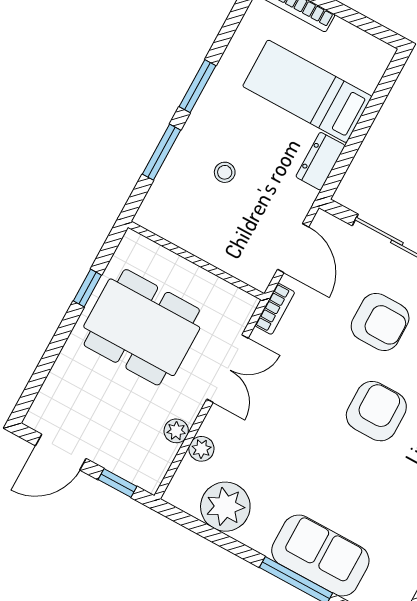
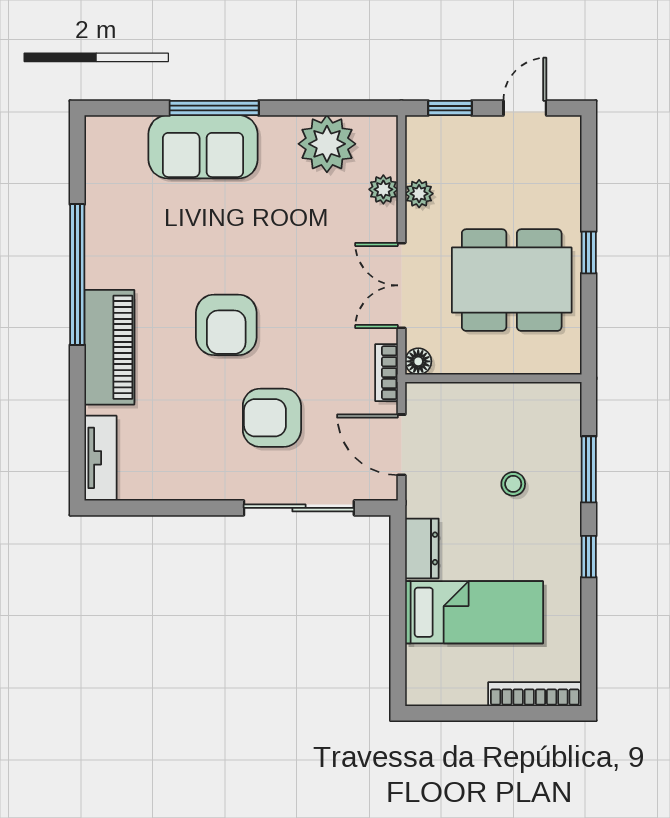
window: (197, 86) -> (589, 557), width x0.67
window: (87, 288) -> (589, 252), moved
floor lamp: (246, 304) -> (418, 361), added
door: (61, 452) -> (525, 108), width x0.73

